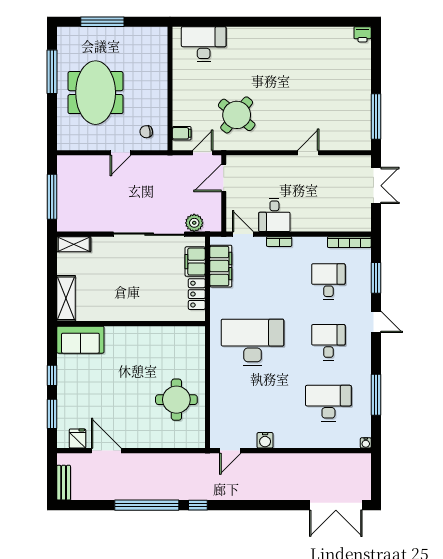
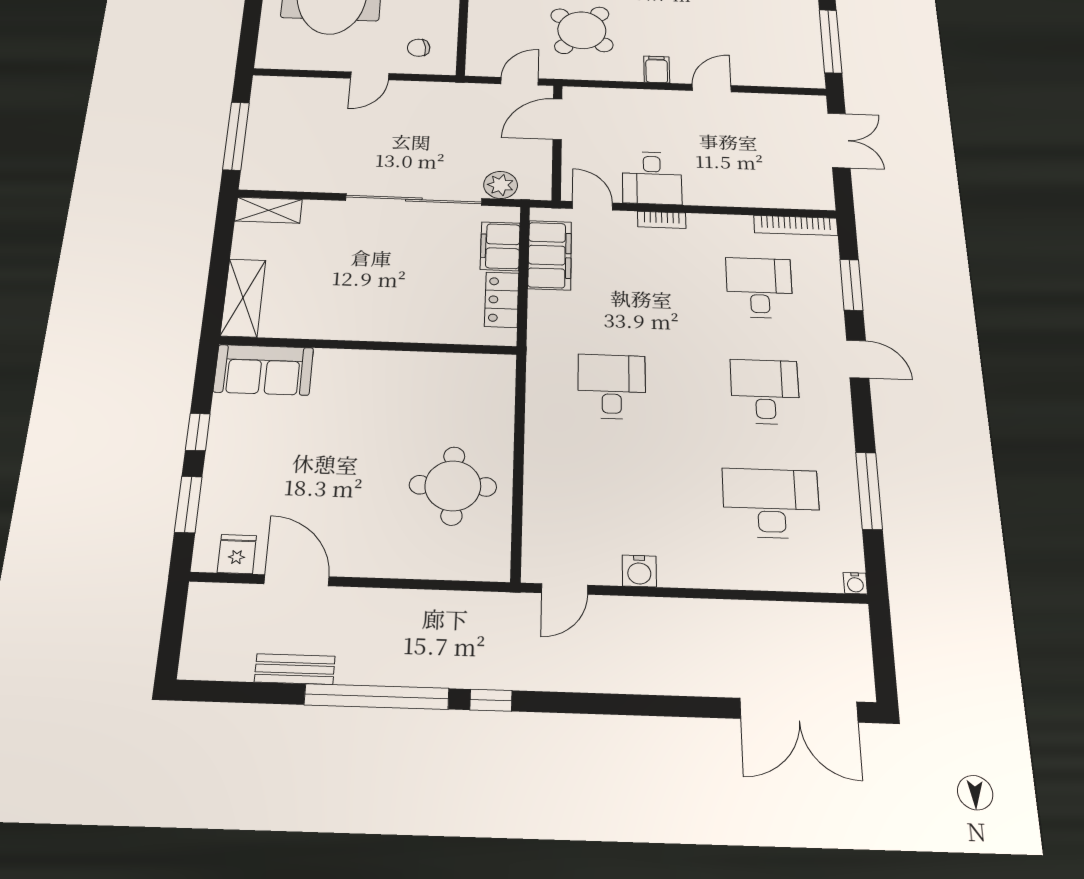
filing cabinet: (182, 133) -> (657, 69), moved, turned -90
desk: (253, 342) -> (612, 386), width x0.53, depth x0.77
bench: (64, 483) -> (295, 669), moved, turned 90

